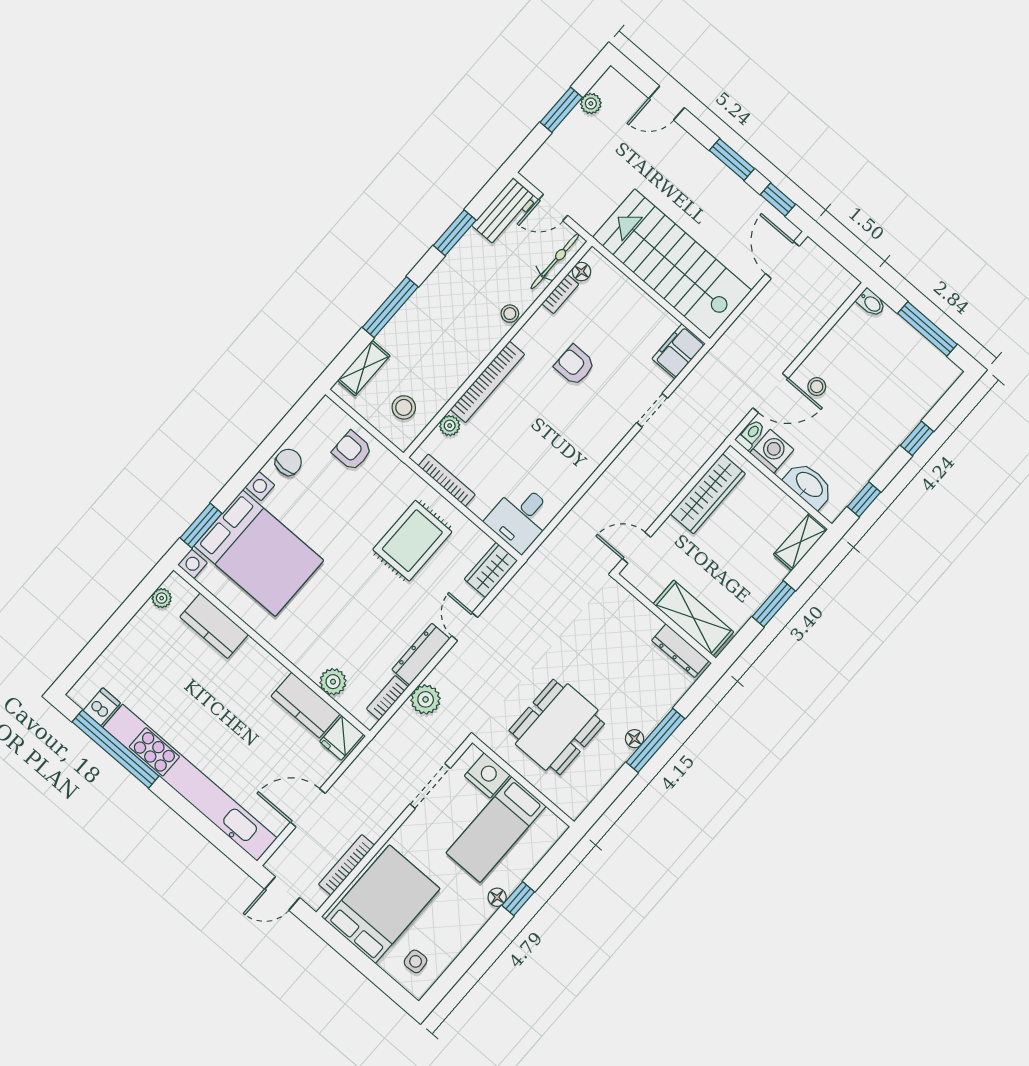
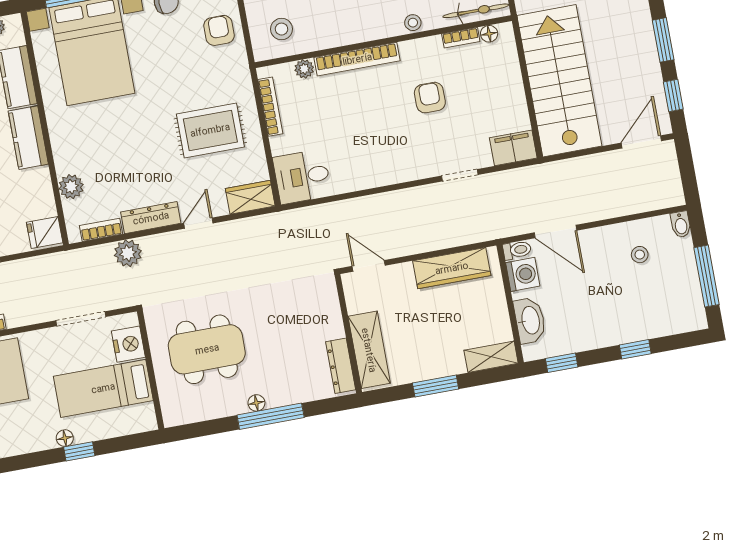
stool: (817, 387) -> (640, 255), moved
kitchen counter: (306, 705) -> (28, 138), moved

